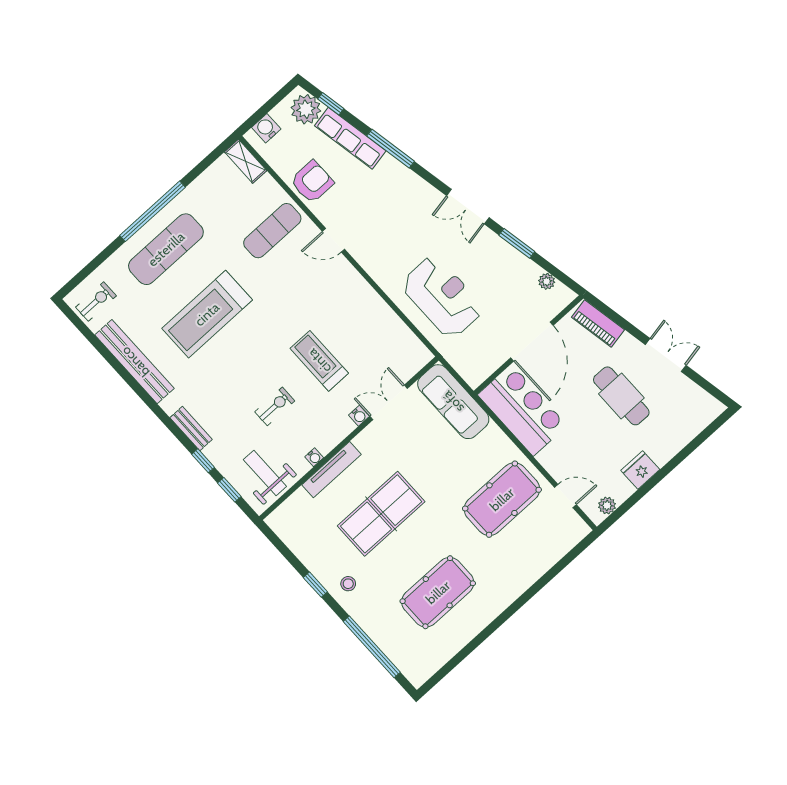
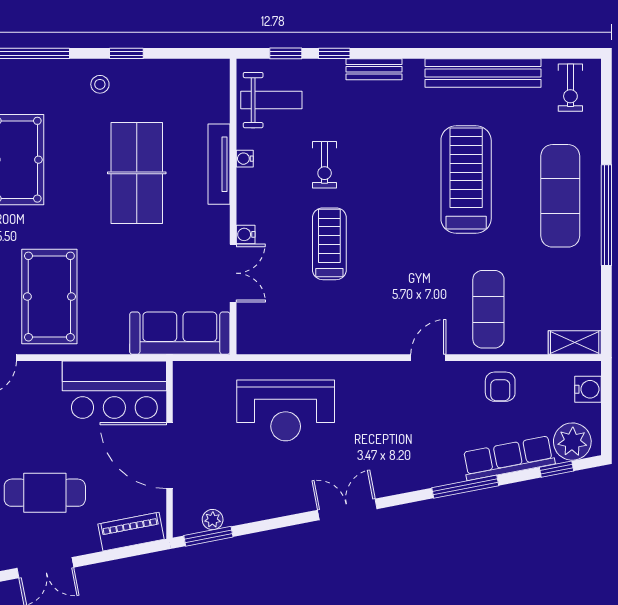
armchair: (312, 182) -> (500, 387), width x0.72, depth x0.72
window: (517, 243) -> (208, 536), moved
treadmill: (319, 361) -> (329, 244), turned -90

